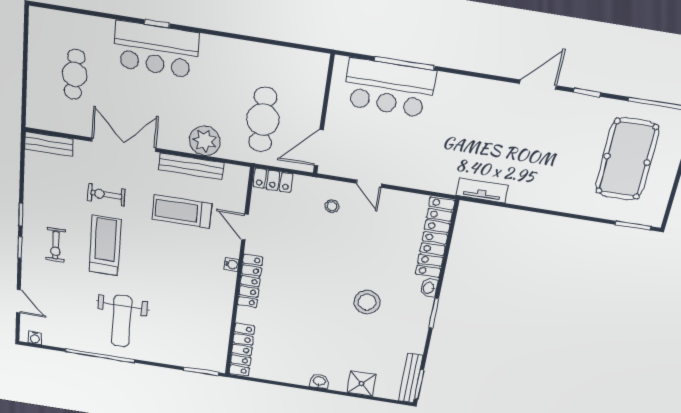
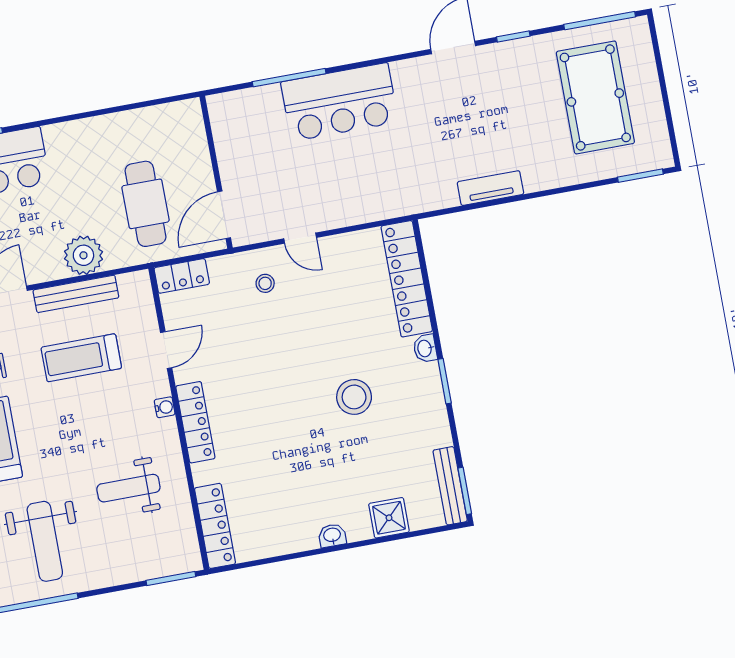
bar counter: (389, 88) -> (340, 102), moved
tv unit: (482, 190) -> (490, 188), moved
door: (245, 227) -> (166, 350), swing flipped
weight bench: (190, 307) -> (128, 488), added

